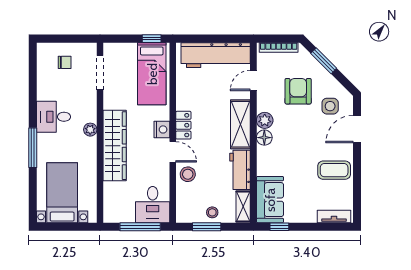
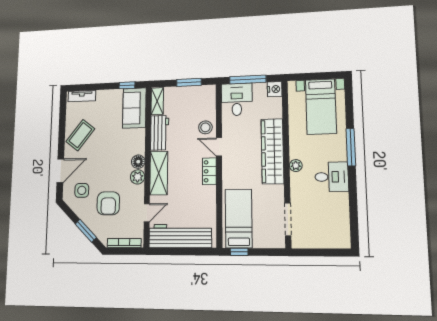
chair: (65, 62) -> (322, 229), removed
nightstand: (162, 129) -> (275, 89), moved, turned 180
coffee table: (334, 170) -> (80, 135), turned -52
stool: (212, 212) -> (184, 95), removed

